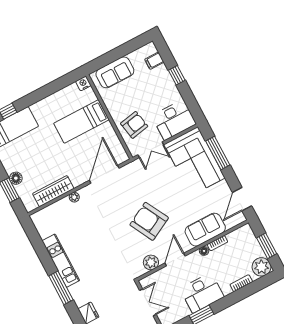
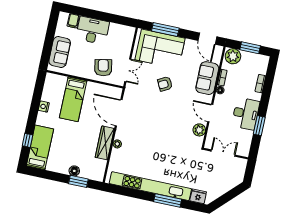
window: (177, 75) -> (94, 14), removed
nightstand: (83, 83) -> (44, 107), moved
desk: (174, 120) -> (92, 30), moved, turned -90
wardrobe: (53, 191) -> (105, 143), moved
armchair: (149, 221) -> (165, 84), moved, width x0.53, depth x0.53
kitchen unit: (61, 261) -> (150, 186), width x1.86
plant: (262, 267) -> (233, 56), moved

